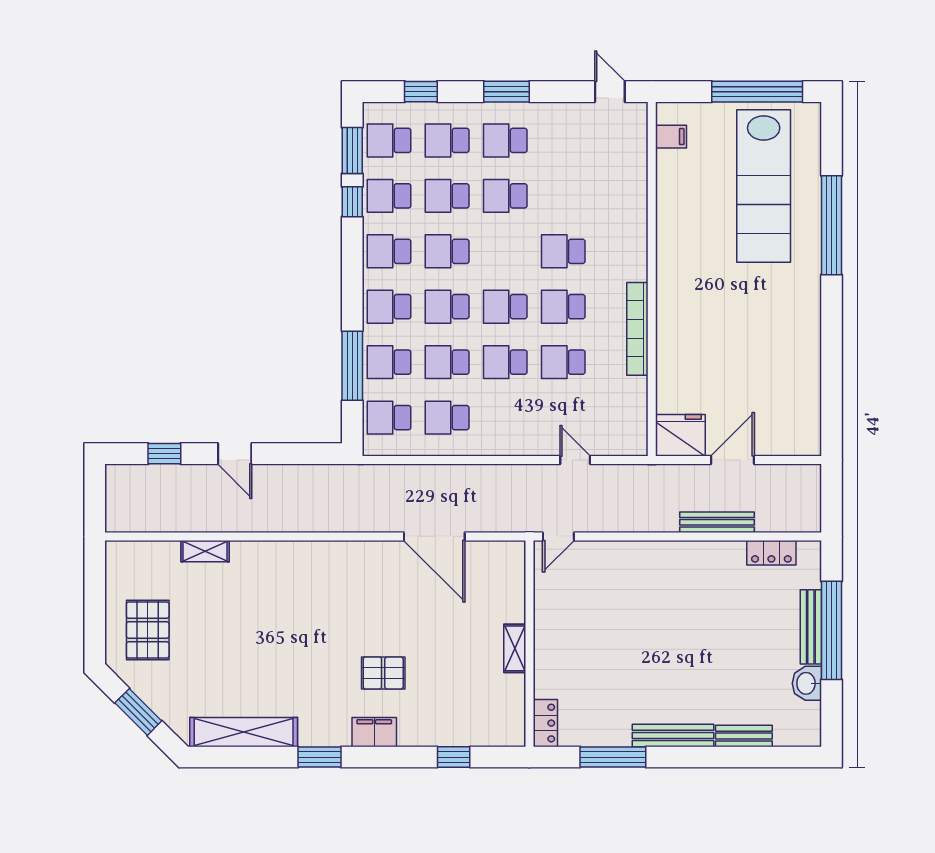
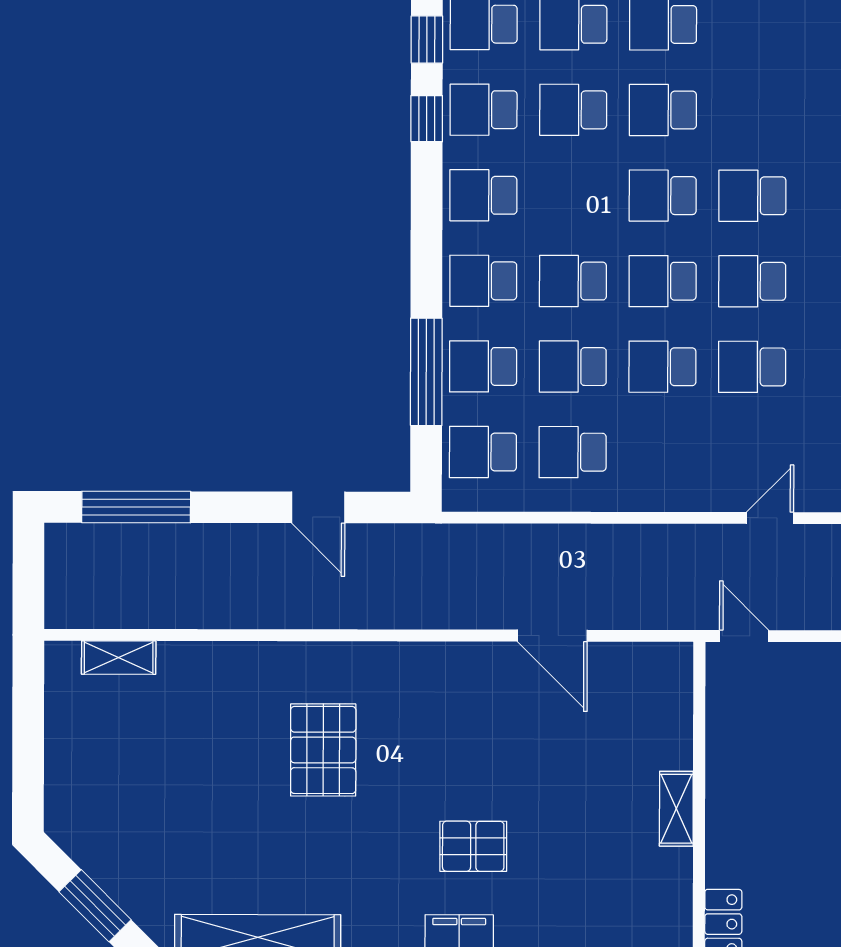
window: (352, 150) -> (427, 39), width x0.67
school desk: (447, 251) -> (663, 196), moved
window: (164, 454) -> (136, 507), width x2.17
door: (235, 454) -> (318, 507), moved
door: (575, 460) -> (770, 518), hinge flipped
door: (434, 536) -> (552, 636), width x0.73
door: (558, 536) -> (744, 636), swing flipped
shelving: (205, 551) -> (119, 658), moved
pallet: (148, 630) -> (323, 750), moved

